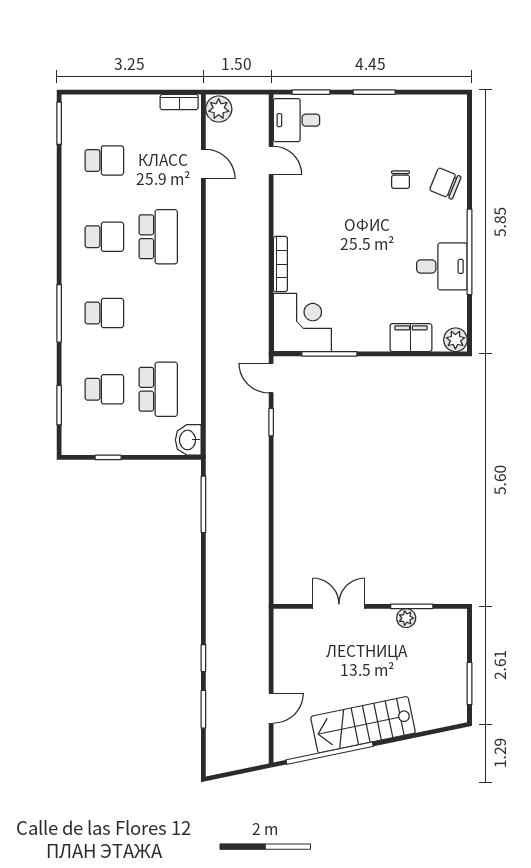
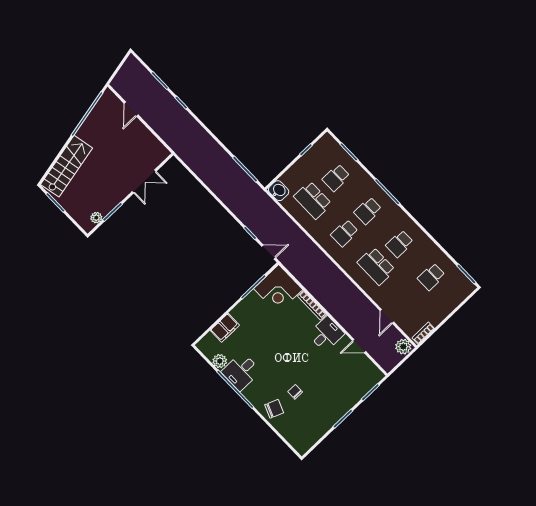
desk: (297, 120) -> (326, 334), moved
door: (203, 164) -> (387, 316), hinge flipped
school desk: (158, 313) -> (344, 233), added
plant: (455, 340) -> (220, 361), moved
plant: (406, 618) -> (96, 218), moved
stairs: (363, 725) -> (67, 166), moved

